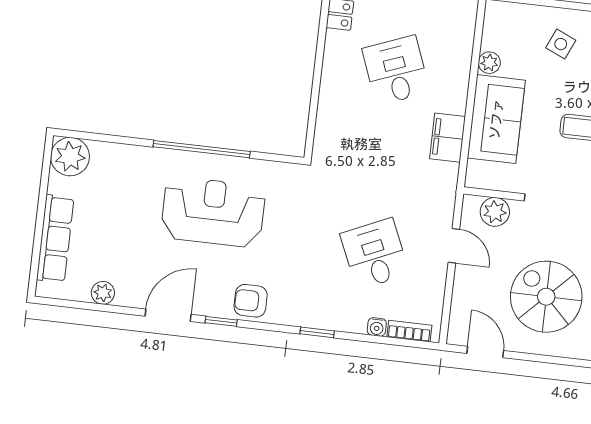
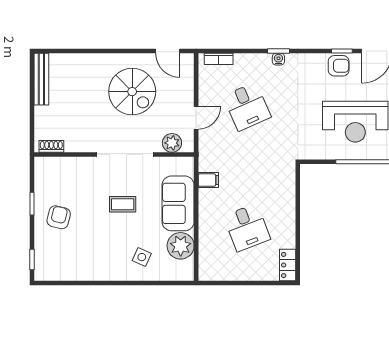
plant: (489, 63) -> (181, 246), width x1.87, depth x1.87
filing cabinet: (448, 138) -> (208, 180), width x0.50
door: (454, 246) -> (196, 118), swing flipped
armchair: (251, 301) -> (339, 66), moved
water cooler: (377, 327) -> (278, 59), moved

